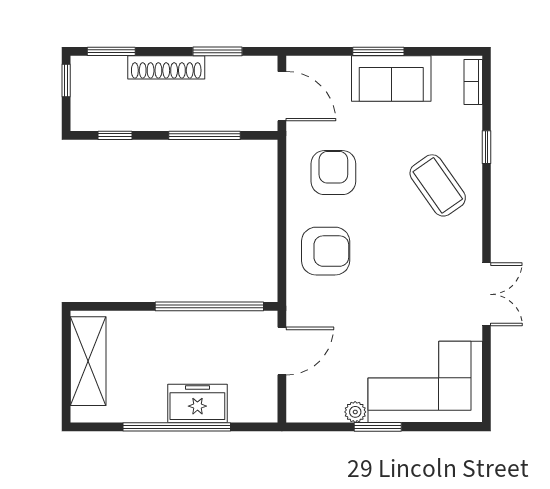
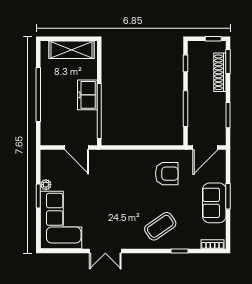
shoe rack: (166, 67) -> (220, 72), moved
armchair: (326, 251) -> (127, 170), removed
freezer: (197, 403) -> (87, 95), moved, turned 180

